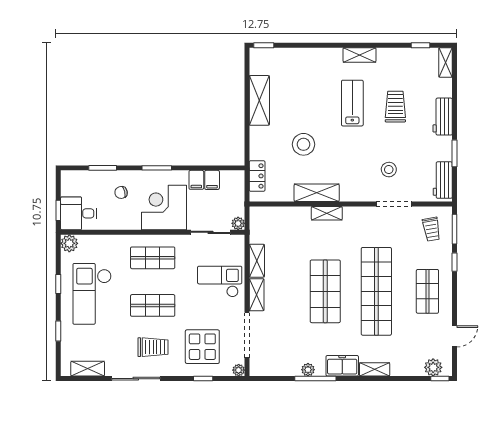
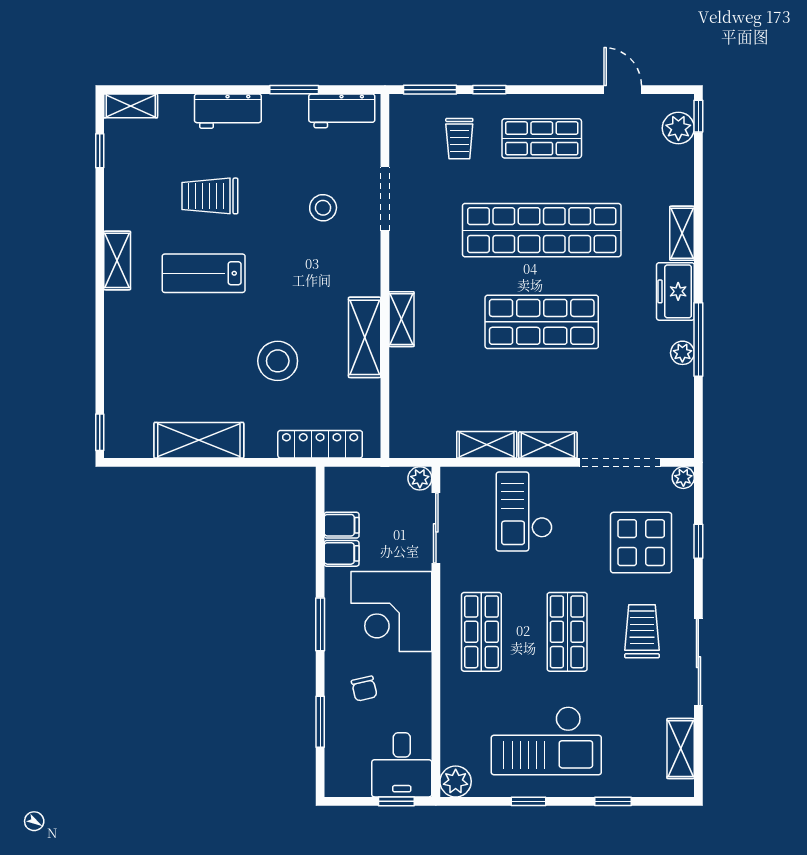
locker: (257, 176) -> (320, 444), width x1.53
trolley: (431, 229) -> (459, 139), moved, turned 100

